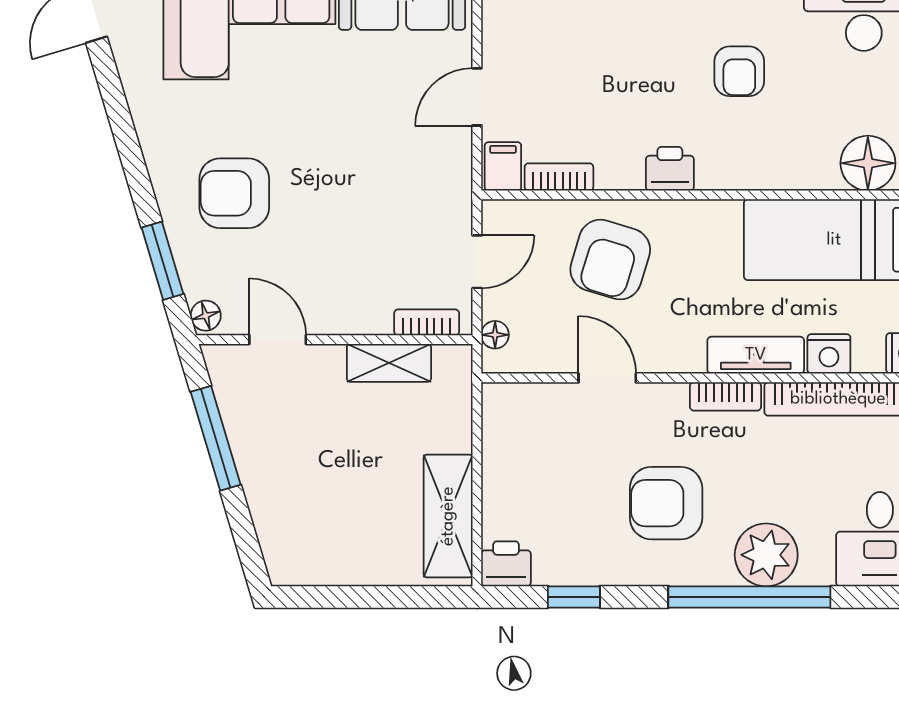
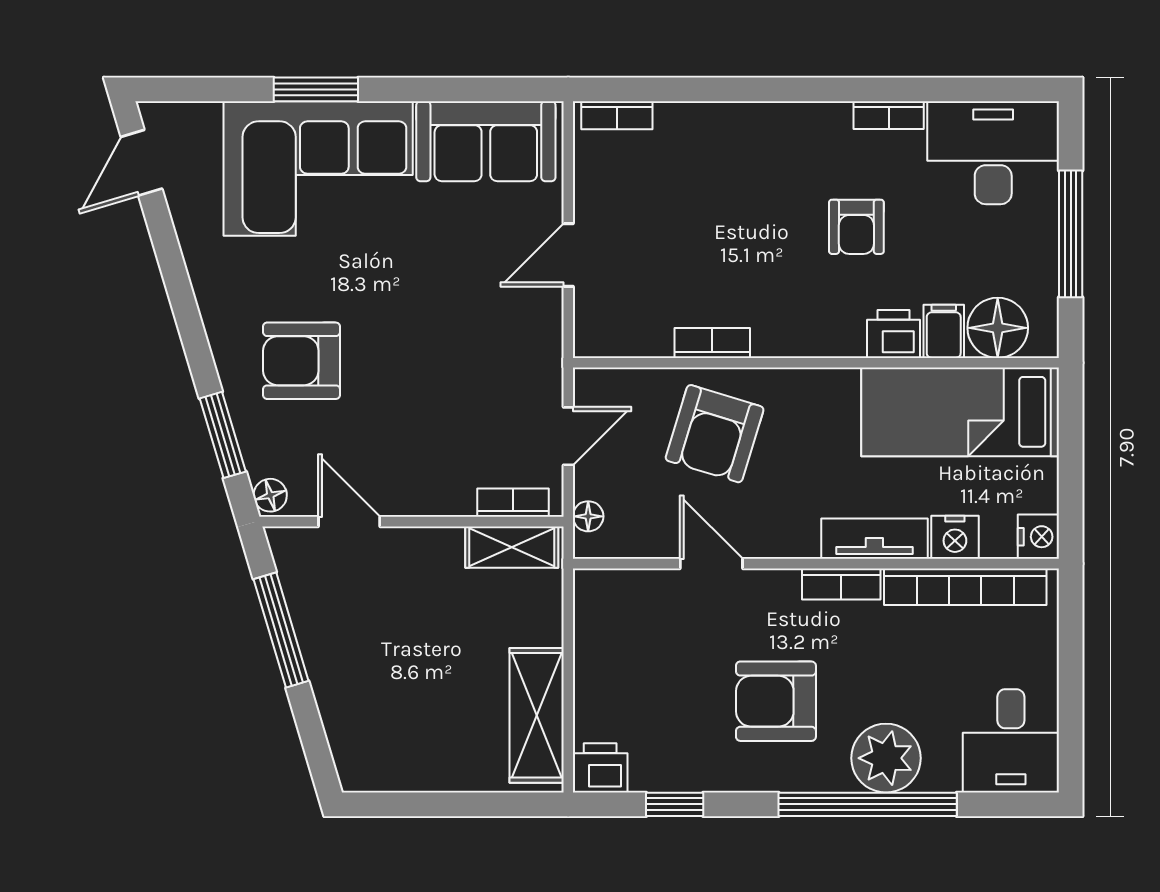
filing cabinet: (503, 166) -> (944, 331), moved
printer: (670, 169) -> (894, 334), moved
bookcase: (559, 177) -> (712, 343), moved
shelving: (389, 363) -> (512, 547), moved

